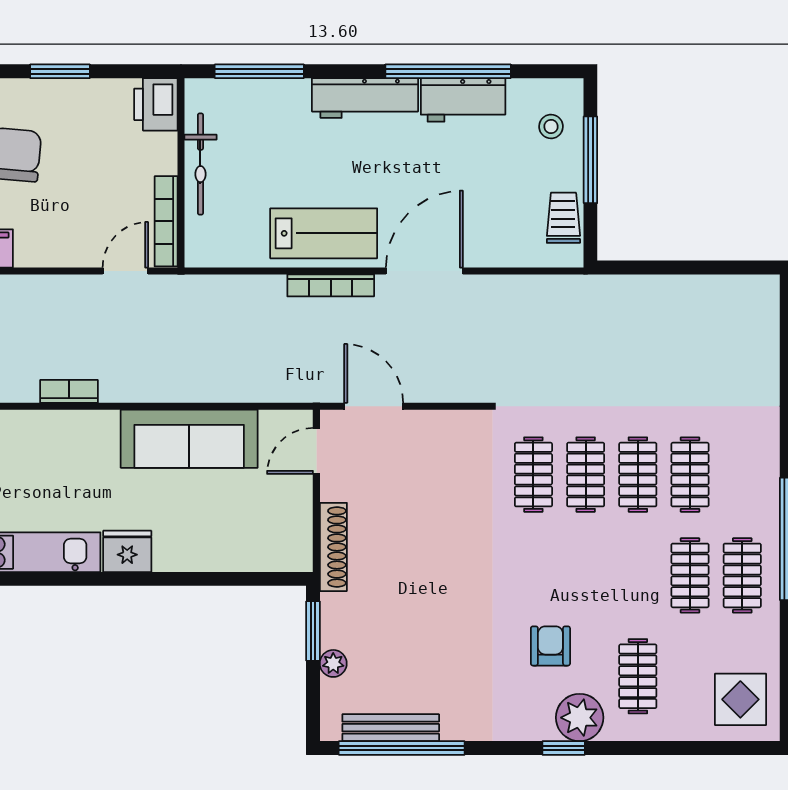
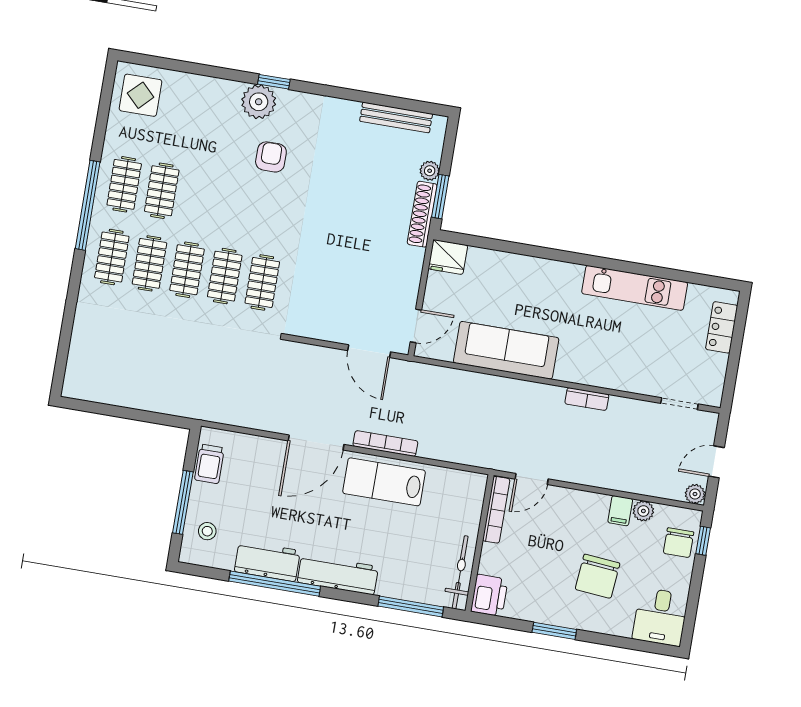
bicycle: (200, 164) -> (460, 572), moved
shoe rack: (333, 547) -> (422, 214), moved
fridge: (127, 551) -> (448, 257), moved
armchair: (550, 646) -> (271, 157), turned 180
clothes rail: (638, 676) -> (112, 257), moved
window: (402, 748) -> (391, 101), removed

